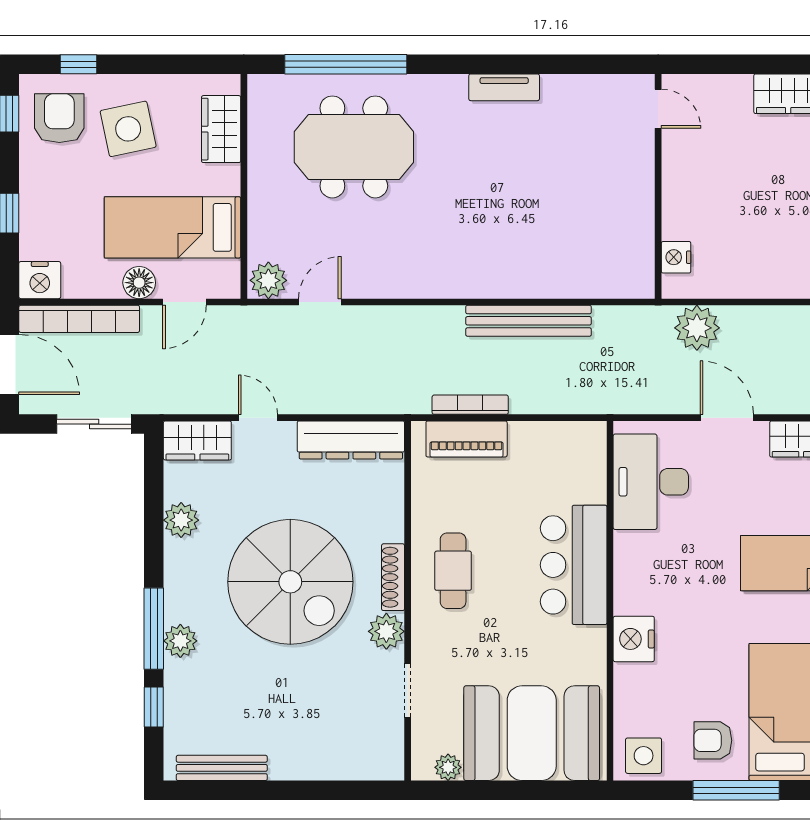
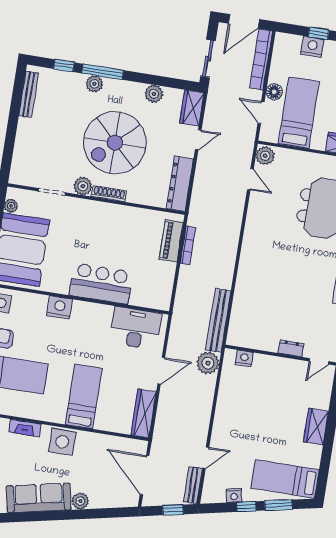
dresser: (641, 168) -> (291, 348), added
nightstand: (40, 280) -> (312, 47), moved, turned 90
bench: (528, 321) -> (218, 320), moved
cafe table: (453, 571) -> (107, 224), removed

